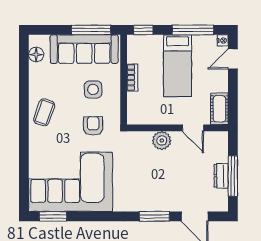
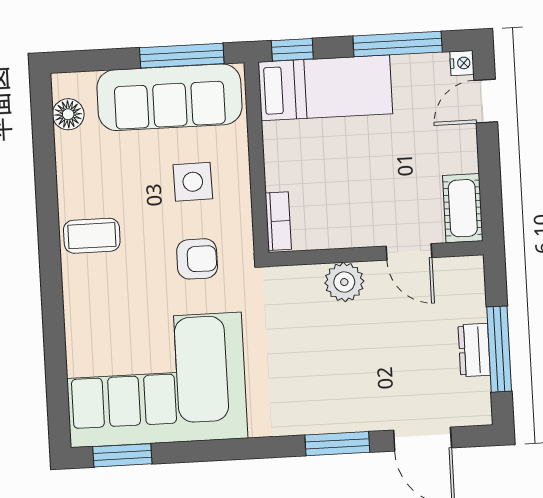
bed: (178, 66) -> (325, 88), moved, turned -90
bookcase: (132, 78) -> (278, 221), moved
coffee table: (44, 112) -> (92, 236), turned 70
armchair: (93, 126) -> (197, 259), turned 90

